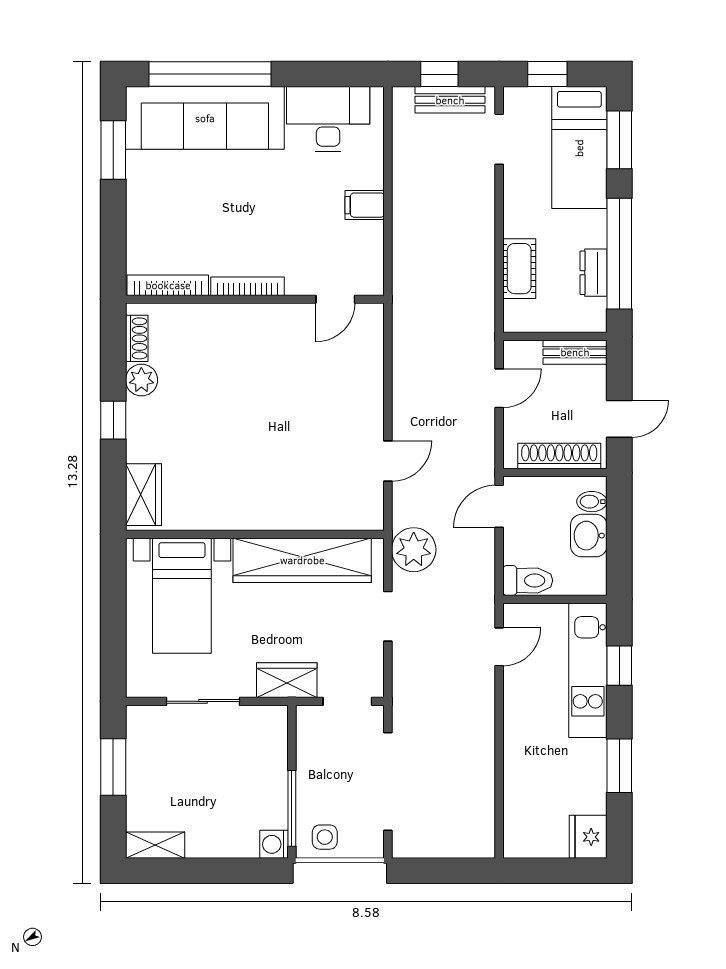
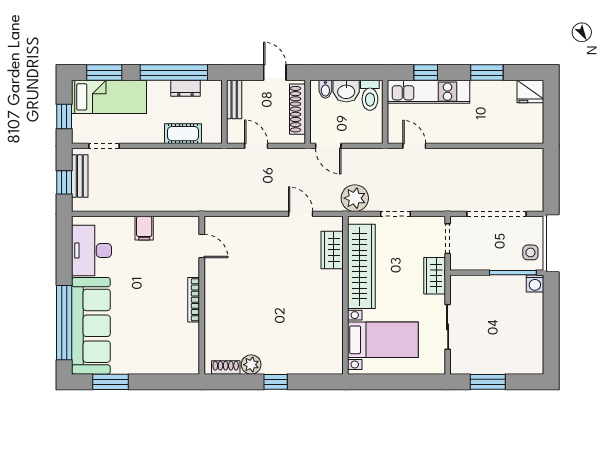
bookcase: (168, 285) -> (193, 348), removed
wardrobe: (143, 495) -> (332, 250), moved, turned -90
toilet: (528, 580) -> (370, 95), moved, turned 180
shelving: (155, 845) -> (535, 356), removed

